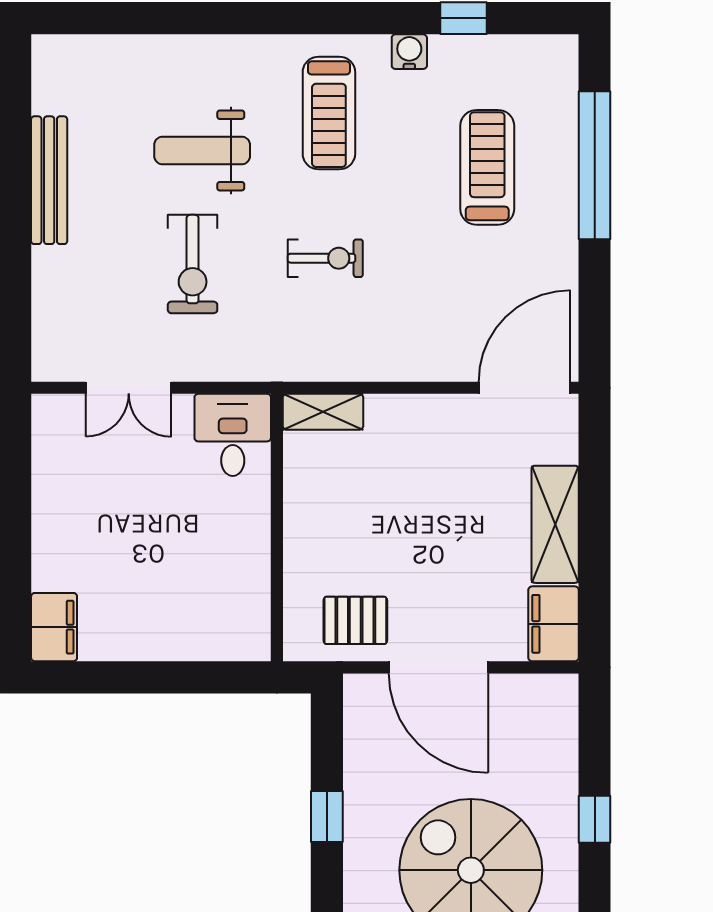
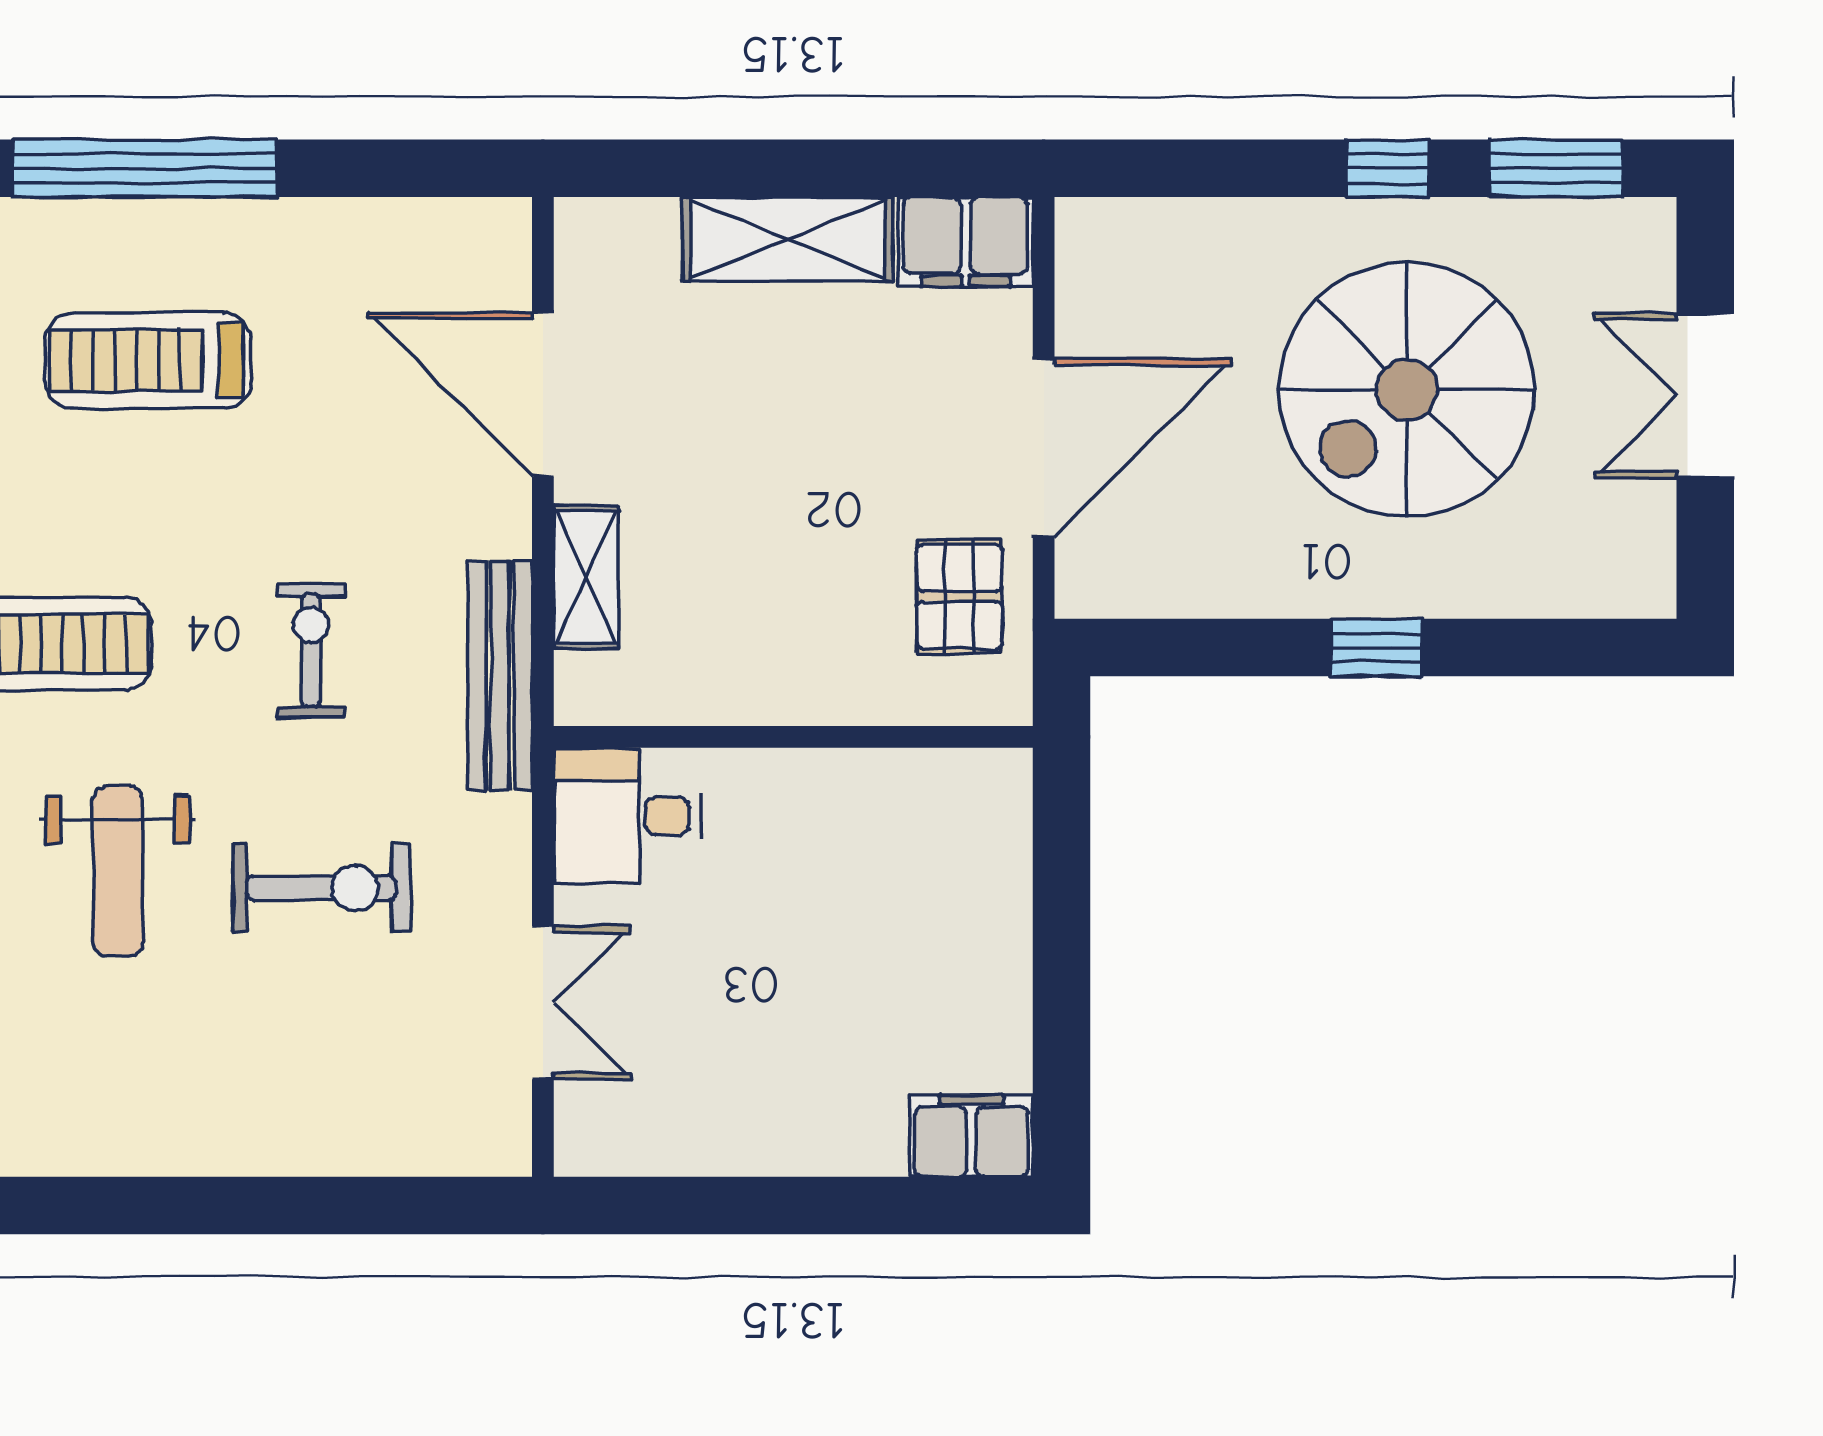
bench: (49, 180) -> (500, 676), moved, turned 90
door: (525, 388) -> (543, 395), moved
shelving: (323, 412) -> (586, 577), moved
window: (327, 817) -> (1376, 648), moved
window: (595, 819) -> (1388, 168), moved

